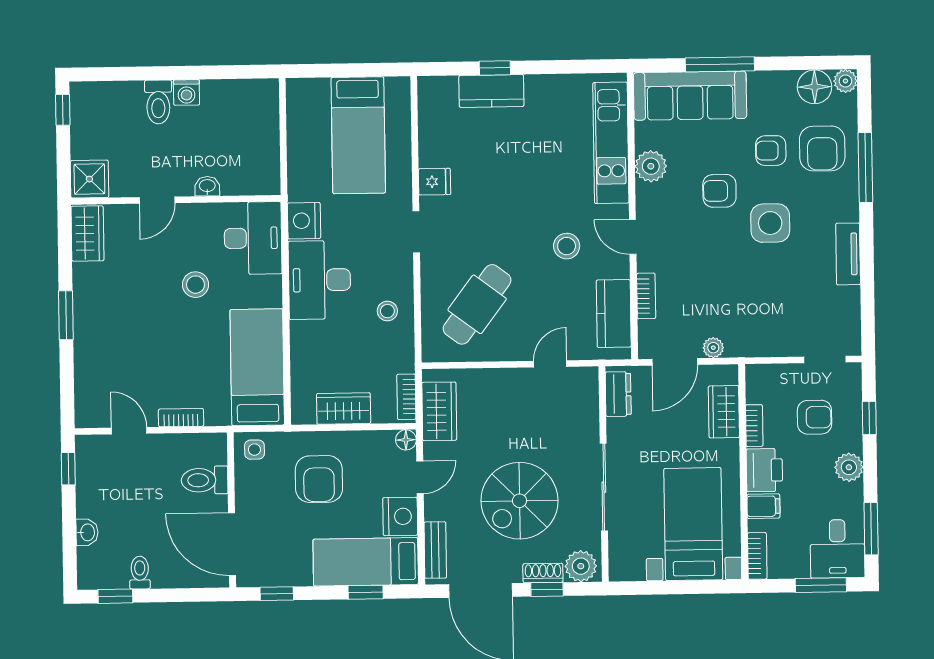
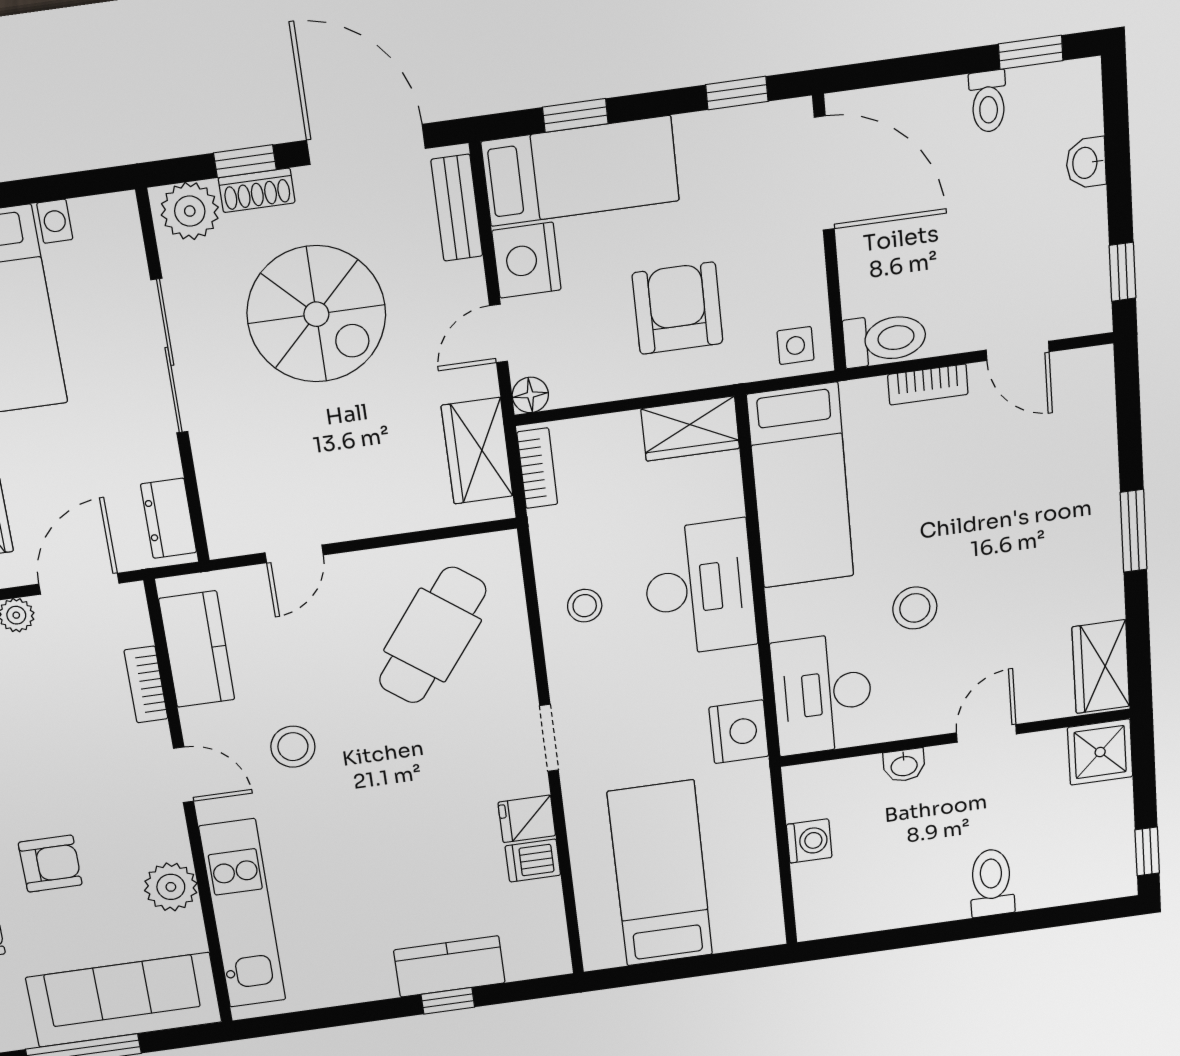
washing machine: (186, 92) -> (809, 841), moved, turned 90
dishwasher: (434, 154) -> (533, 861), added
desk: (319, 280) -> (700, 588), moved
wardrobe: (344, 409) -> (690, 429), moved
toilet: (205, 480) -> (885, 339), moved
spiral stairs: (520, 501) -> (316, 314), turned 90

